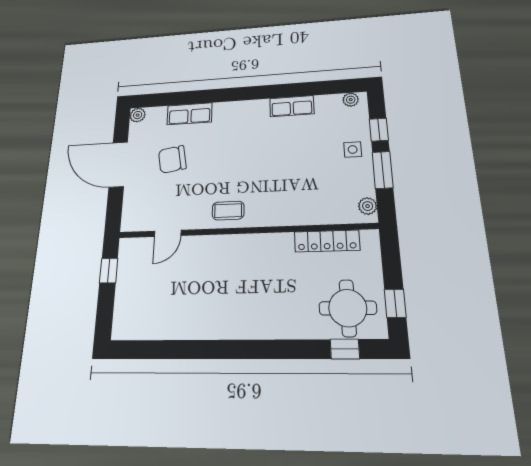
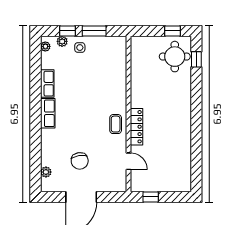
row of seats: (190, 114) -> (48, 113), moved
plant: (138, 115) -> (46, 172), moved
plant: (368, 206) -> (62, 41), moved
locker: (327, 241) -> (137, 127), moved

